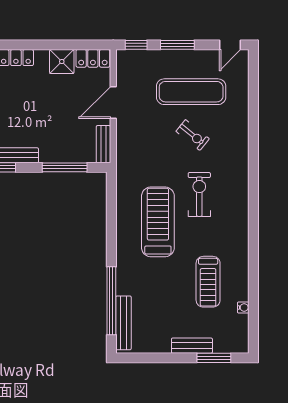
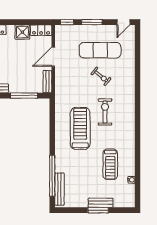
window: (214, 358) -> (98, 210), moved

